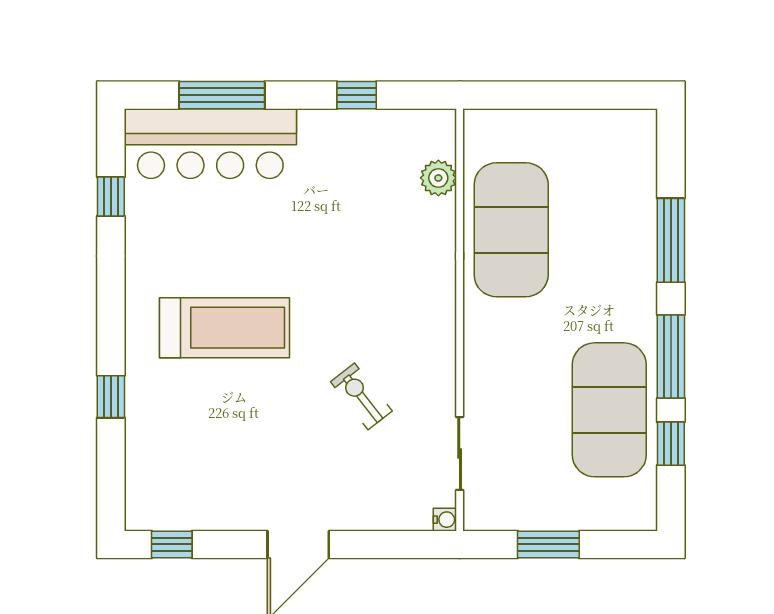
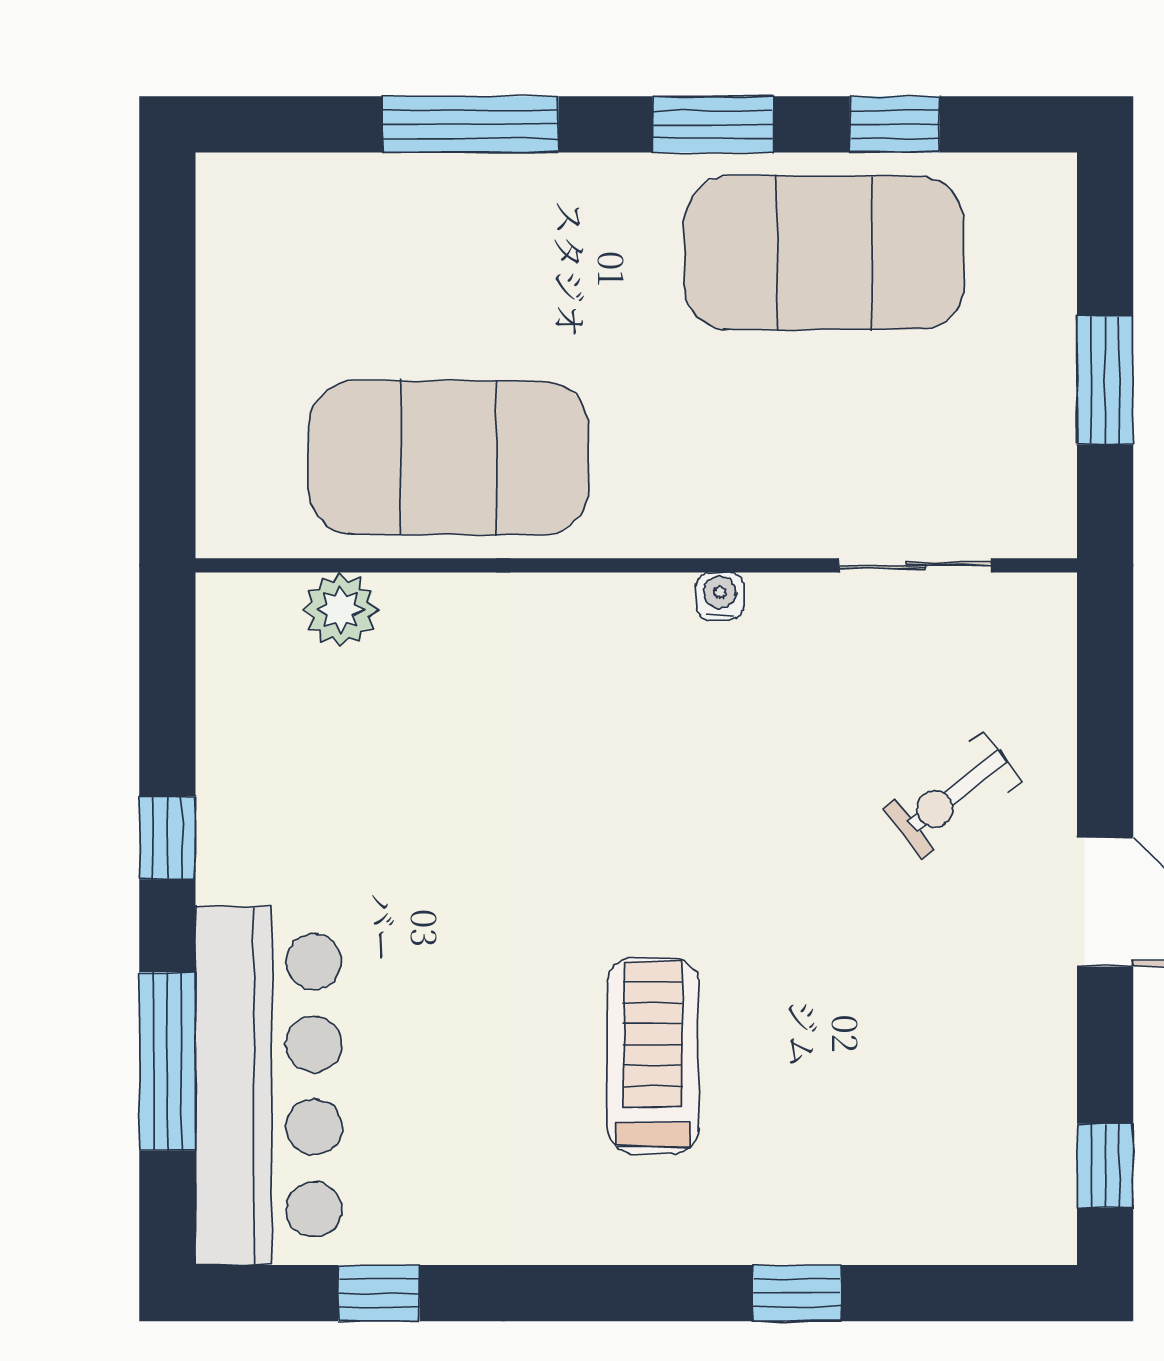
window: (357, 95) -> (167, 838), moved
treadmill: (225, 328) -> (653, 1056), width x0.73, depth x0.73
window: (671, 356) -> (713, 124), width x0.69
exercise bike: (361, 396) -> (953, 795), moved
water cooler: (445, 520) -> (720, 596), moved

